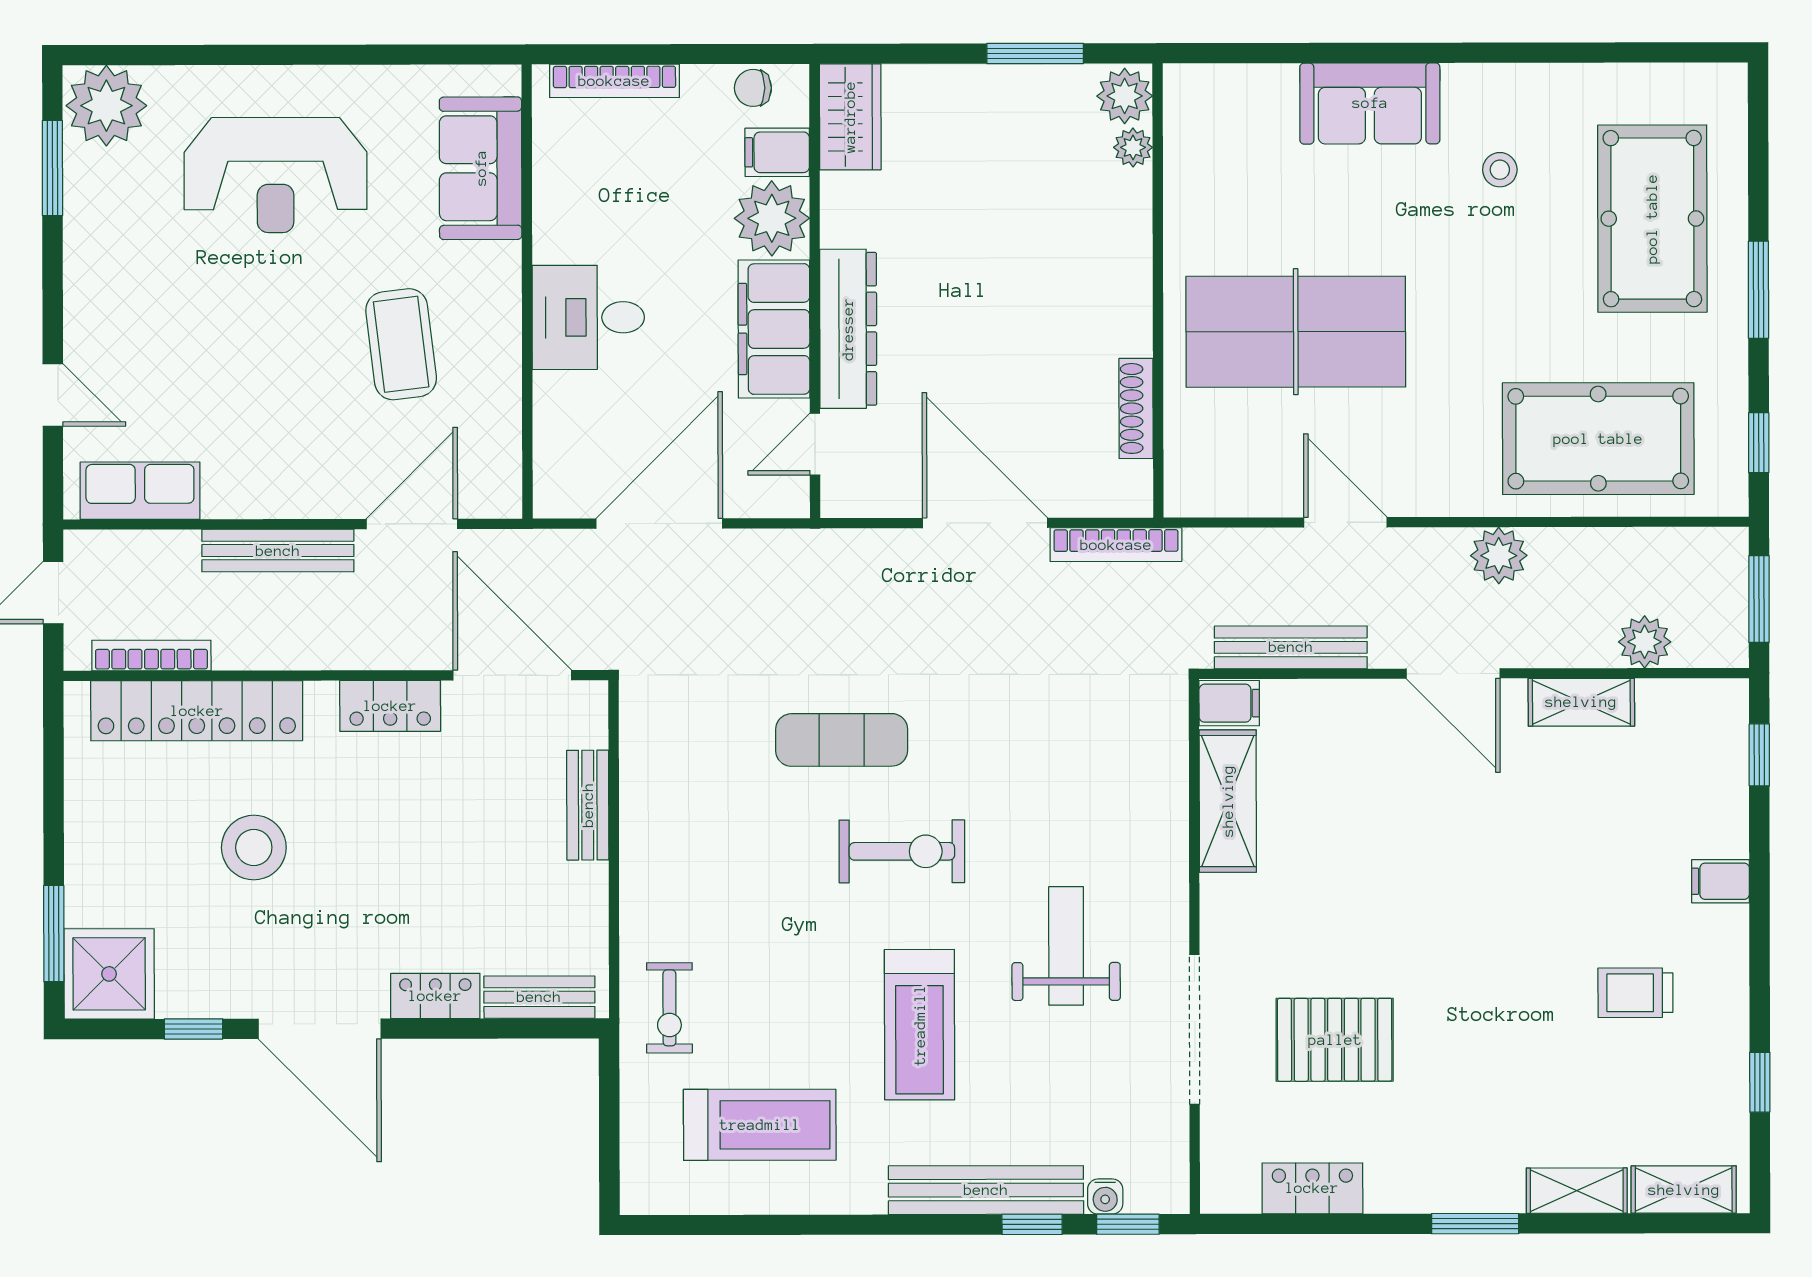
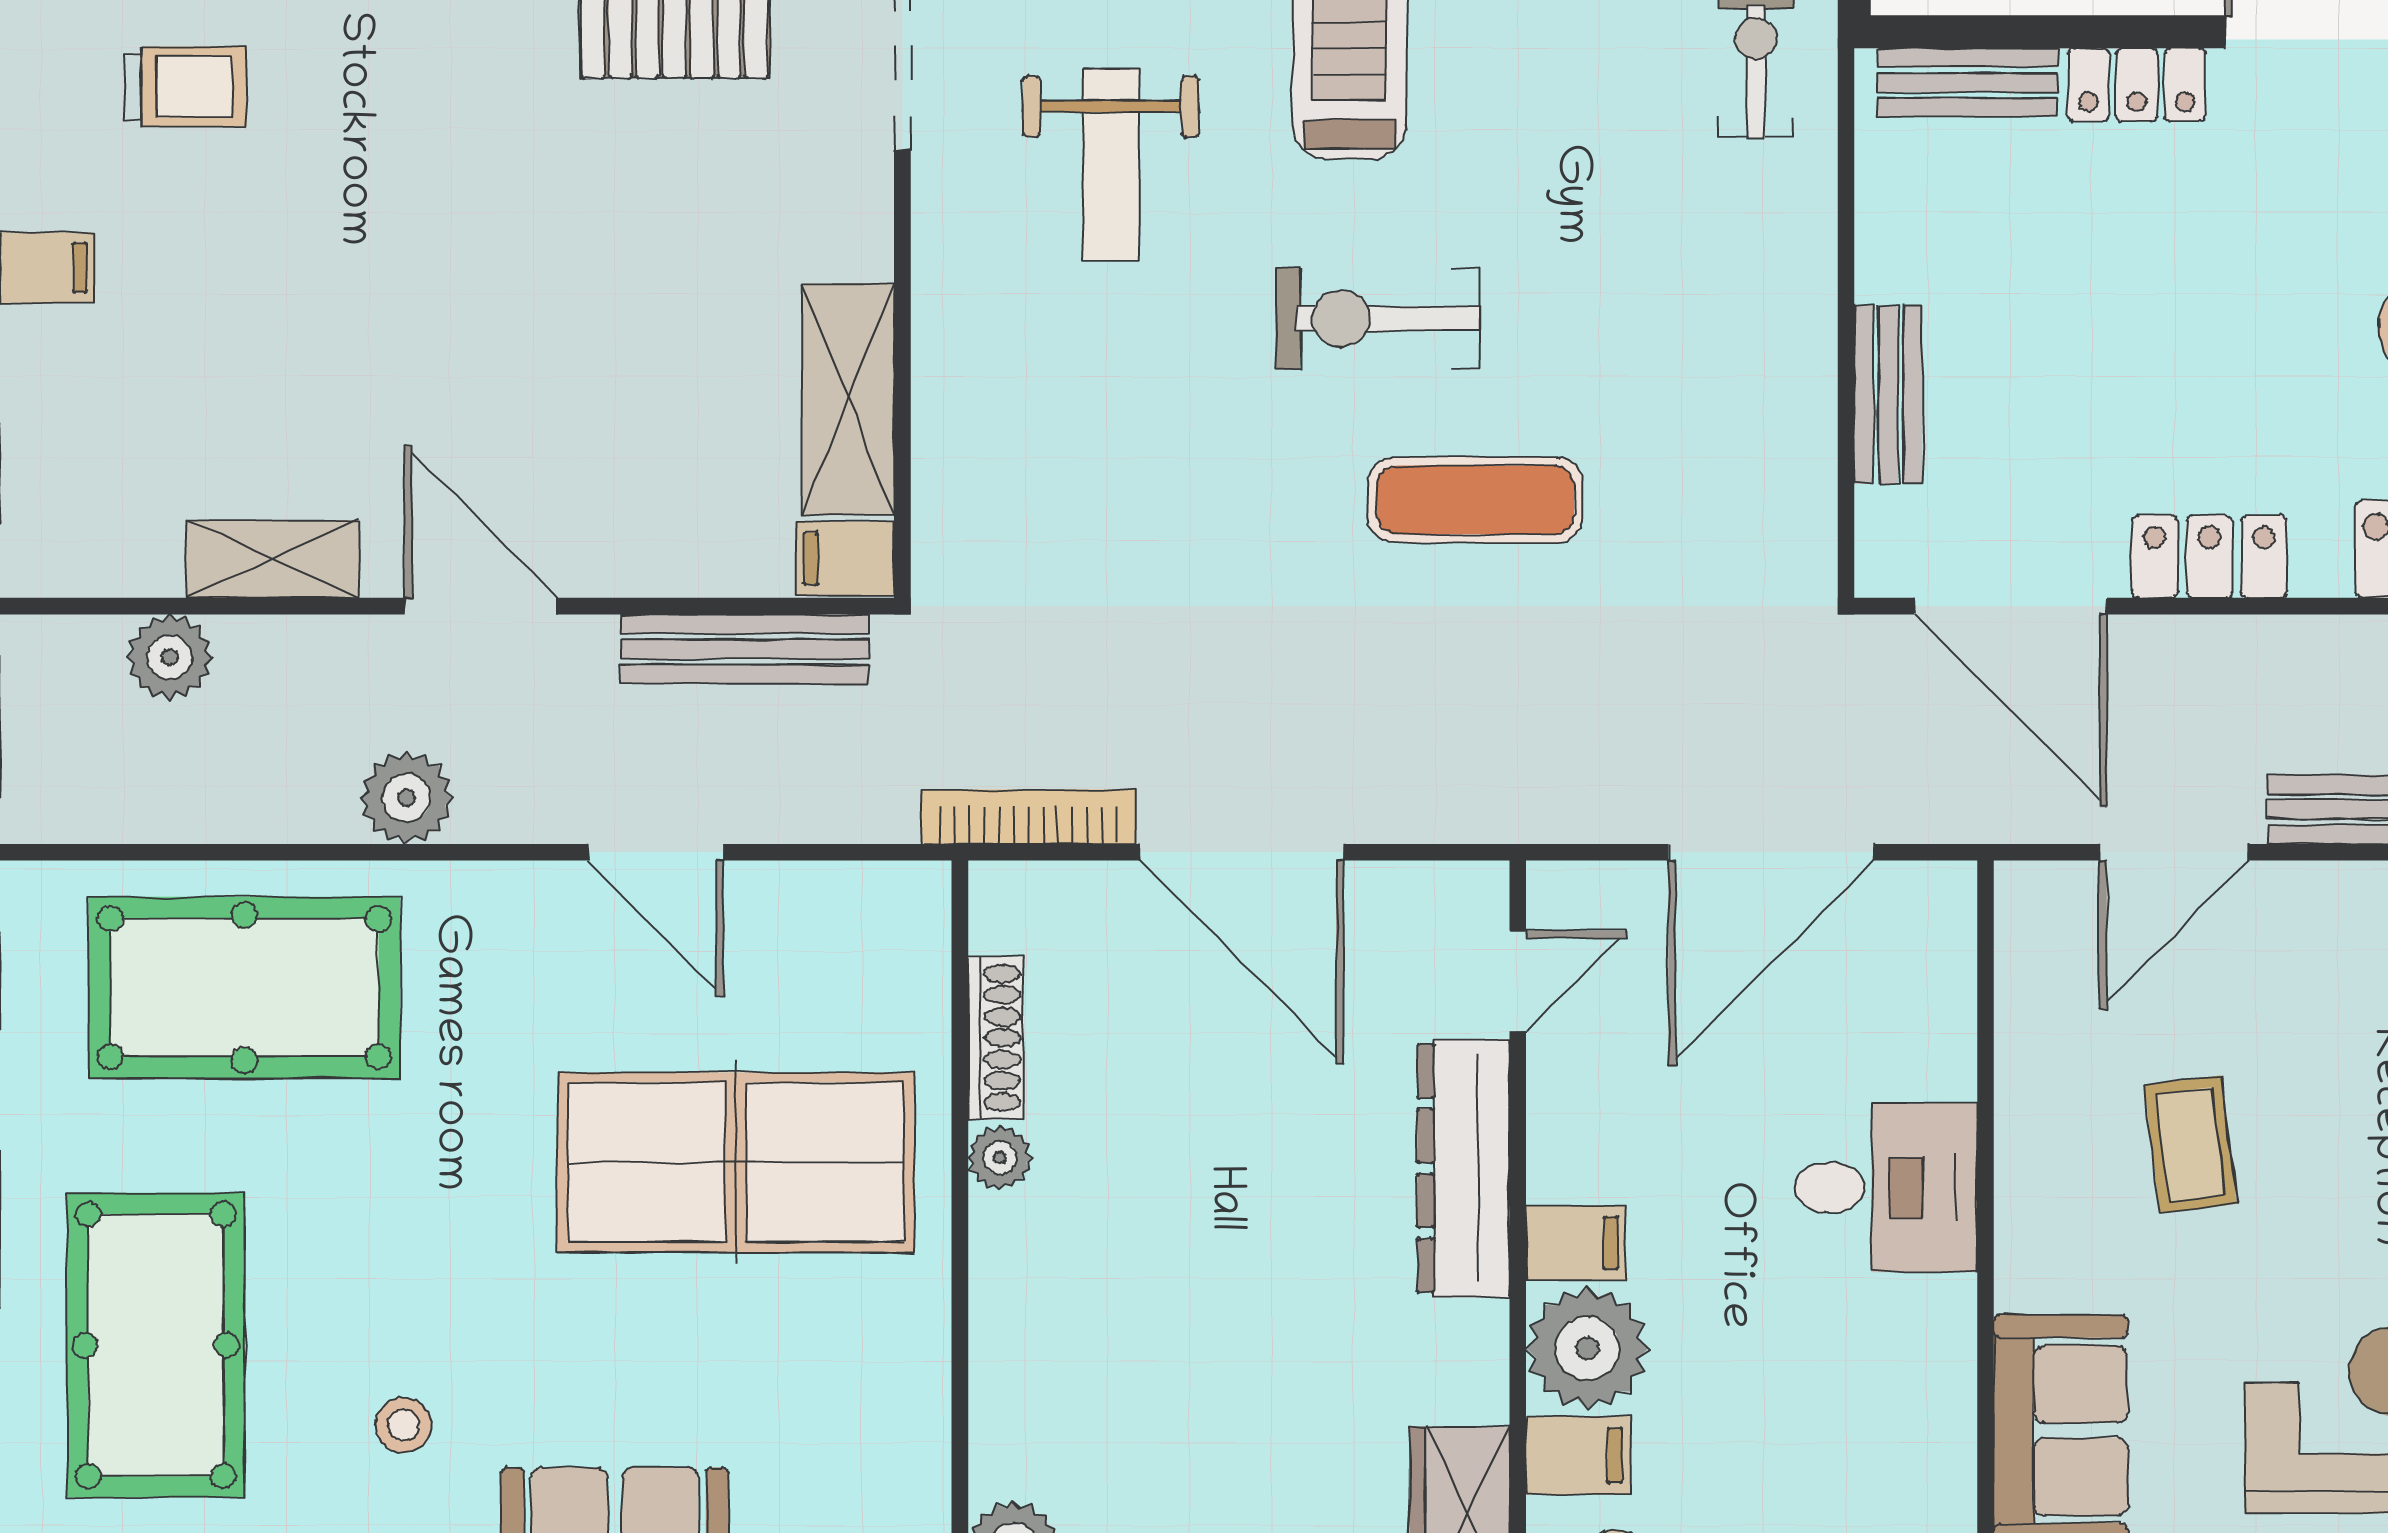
plant: (1133, 147) -> (1000, 1158), moved
filing cabinet: (774, 329) -> (1576, 1243), width x0.33, depth x0.86
coffee table: (401, 344) -> (2190, 1144), width x0.73, depth x0.77

